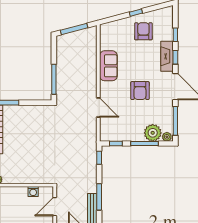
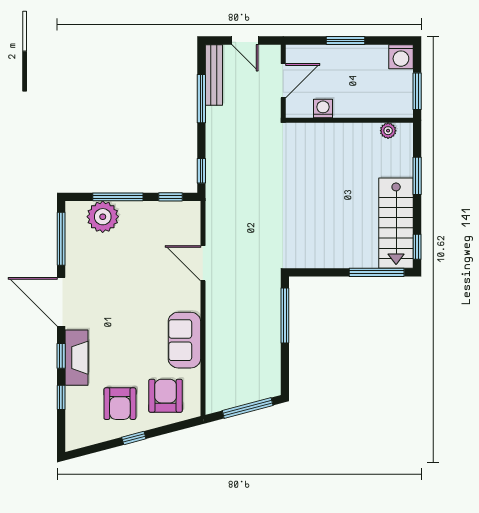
armchair: (140, 91) -> (166, 396), moved
plant: (167, 137) -> (77, 209), removed

